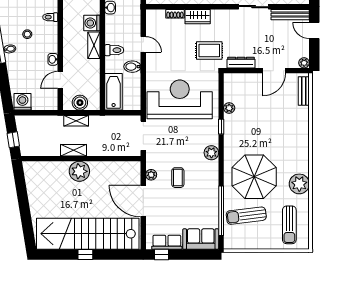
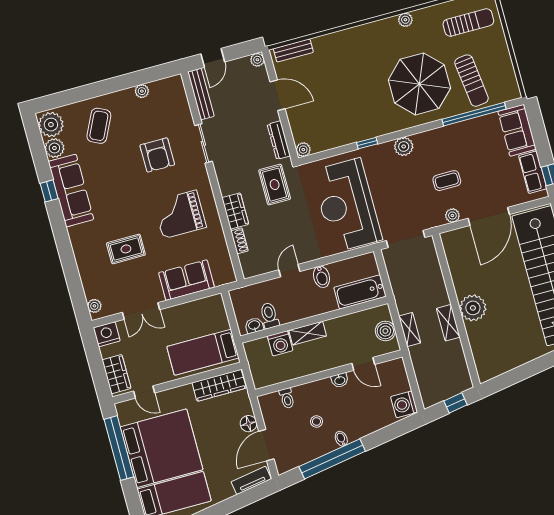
toilet: (114, 50) -> (269, 315), moved
plant: (229, 108) -> (303, 150), moved
plant: (299, 184) -> (405, 20), width x0.53, depth x0.53

